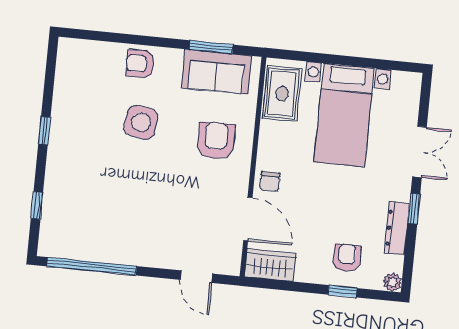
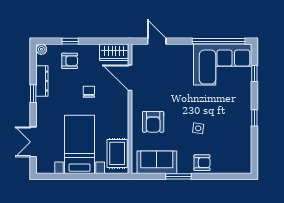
window: (211, 47) -> (179, 176), moved
side table: (141, 122) -> (198, 128), width x0.54, depth x0.54
double door: (420, 152) -> (33, 142), moved
chair: (270, 182) -> (89, 92), moved
corner sofa: (89, 226) -> (223, 64), added
armchair: (347, 258) -> (70, 61), turned -90

